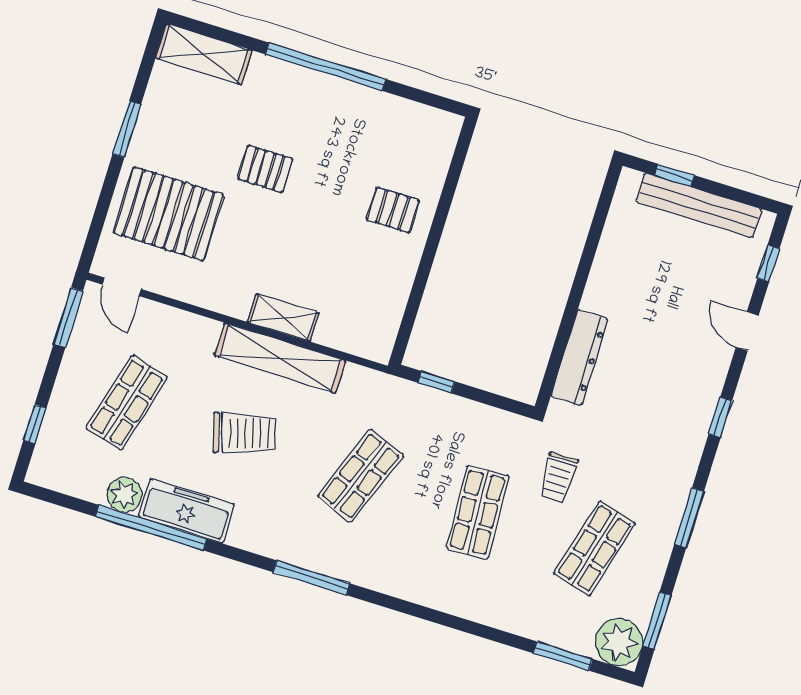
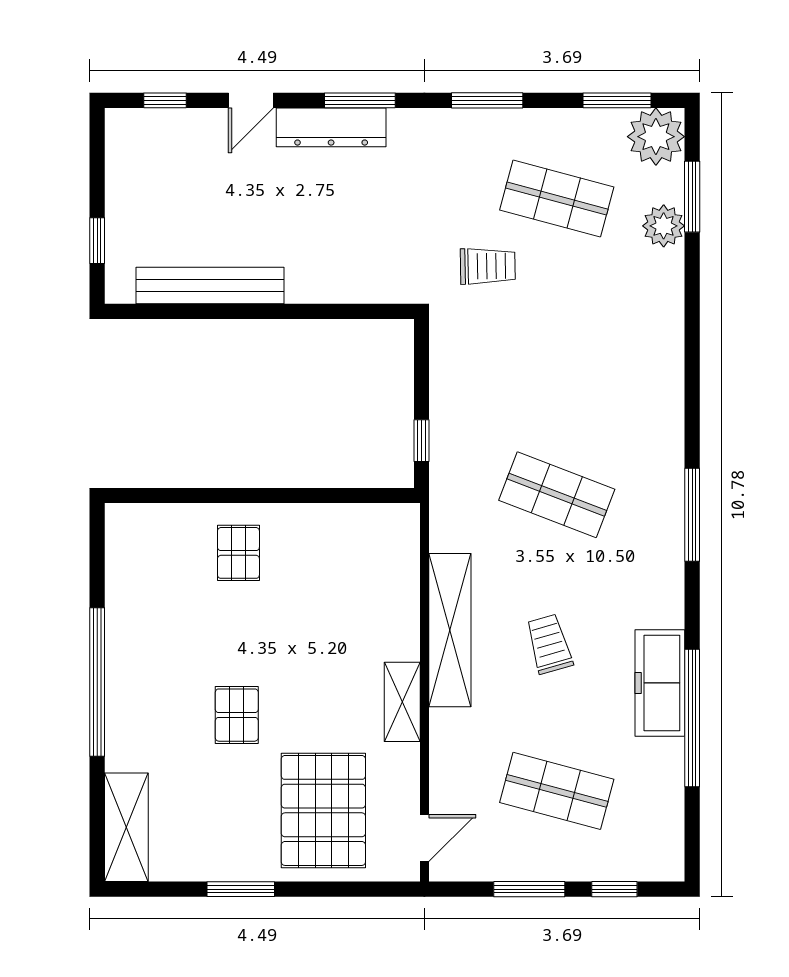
bench: (699, 205) -> (210, 285), moved, turned 90
window: (68, 317) -> (529, 889), moved
shelving: (283, 318) -> (402, 702), moved
dresser: (580, 358) -> (331, 127), moved, turned 180
window: (720, 417) -> (360, 100), width x1.50
trolley: (245, 433) -> (549, 644), width x0.73, depth x0.72
plant: (124, 495) -> (664, 226), moved
shop shelf: (477, 512) -> (557, 347), removed

